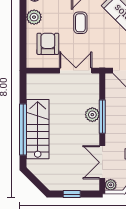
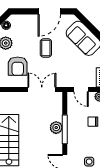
armchair: (48, 44) -> (18, 66), turned 180

